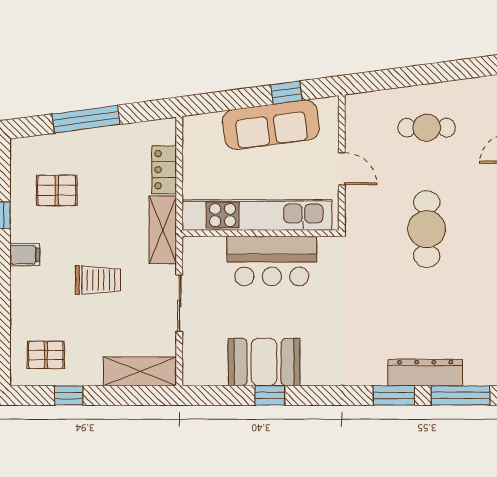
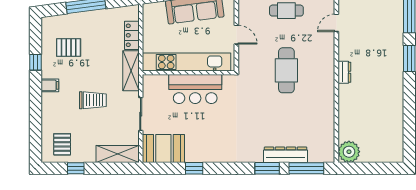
pallet: (46, 355) -> (62, 144), turned 90
booth: (264, 362) -> (163, 149), moved

